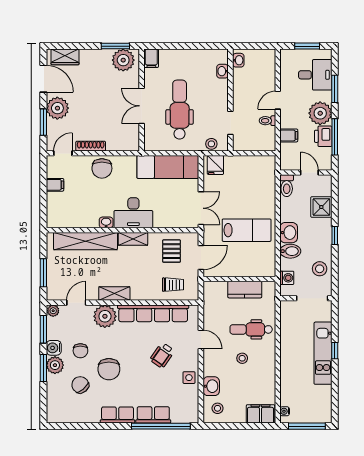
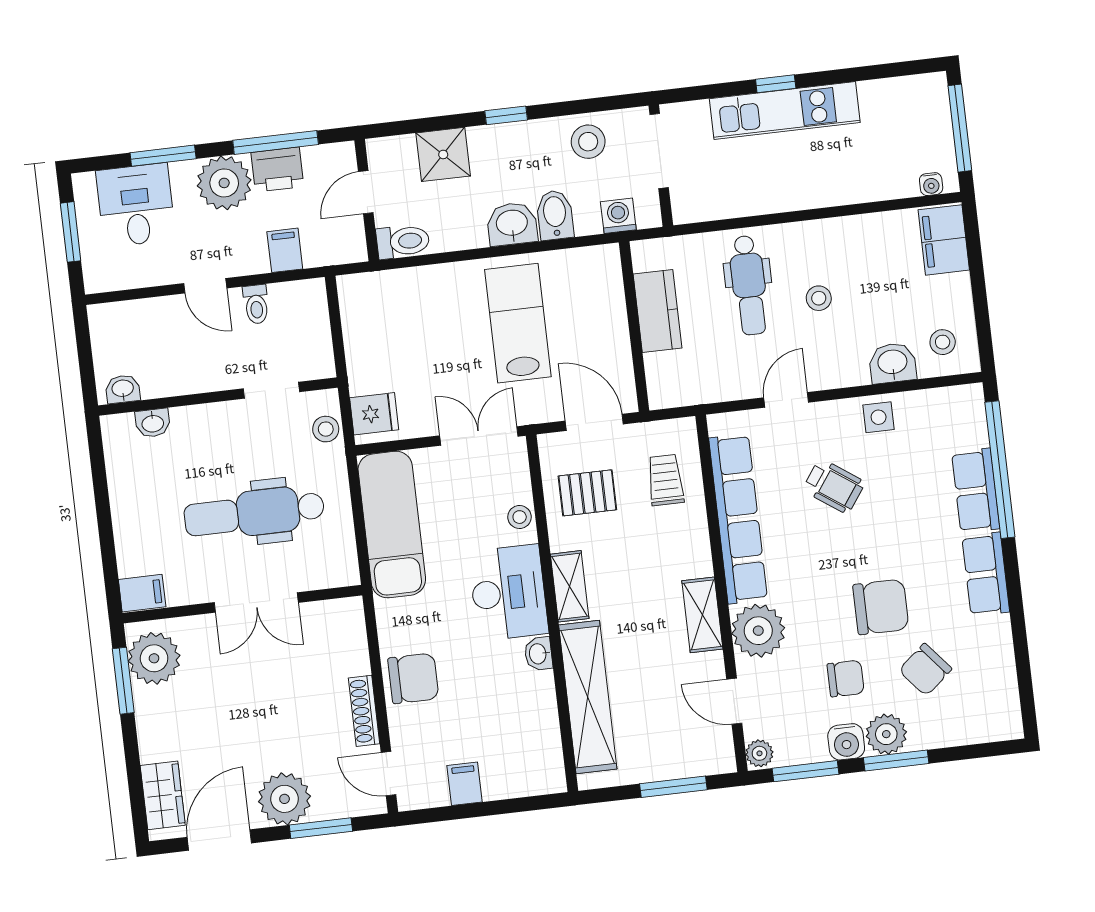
stool: (165, 221) -> (520, 517), added

